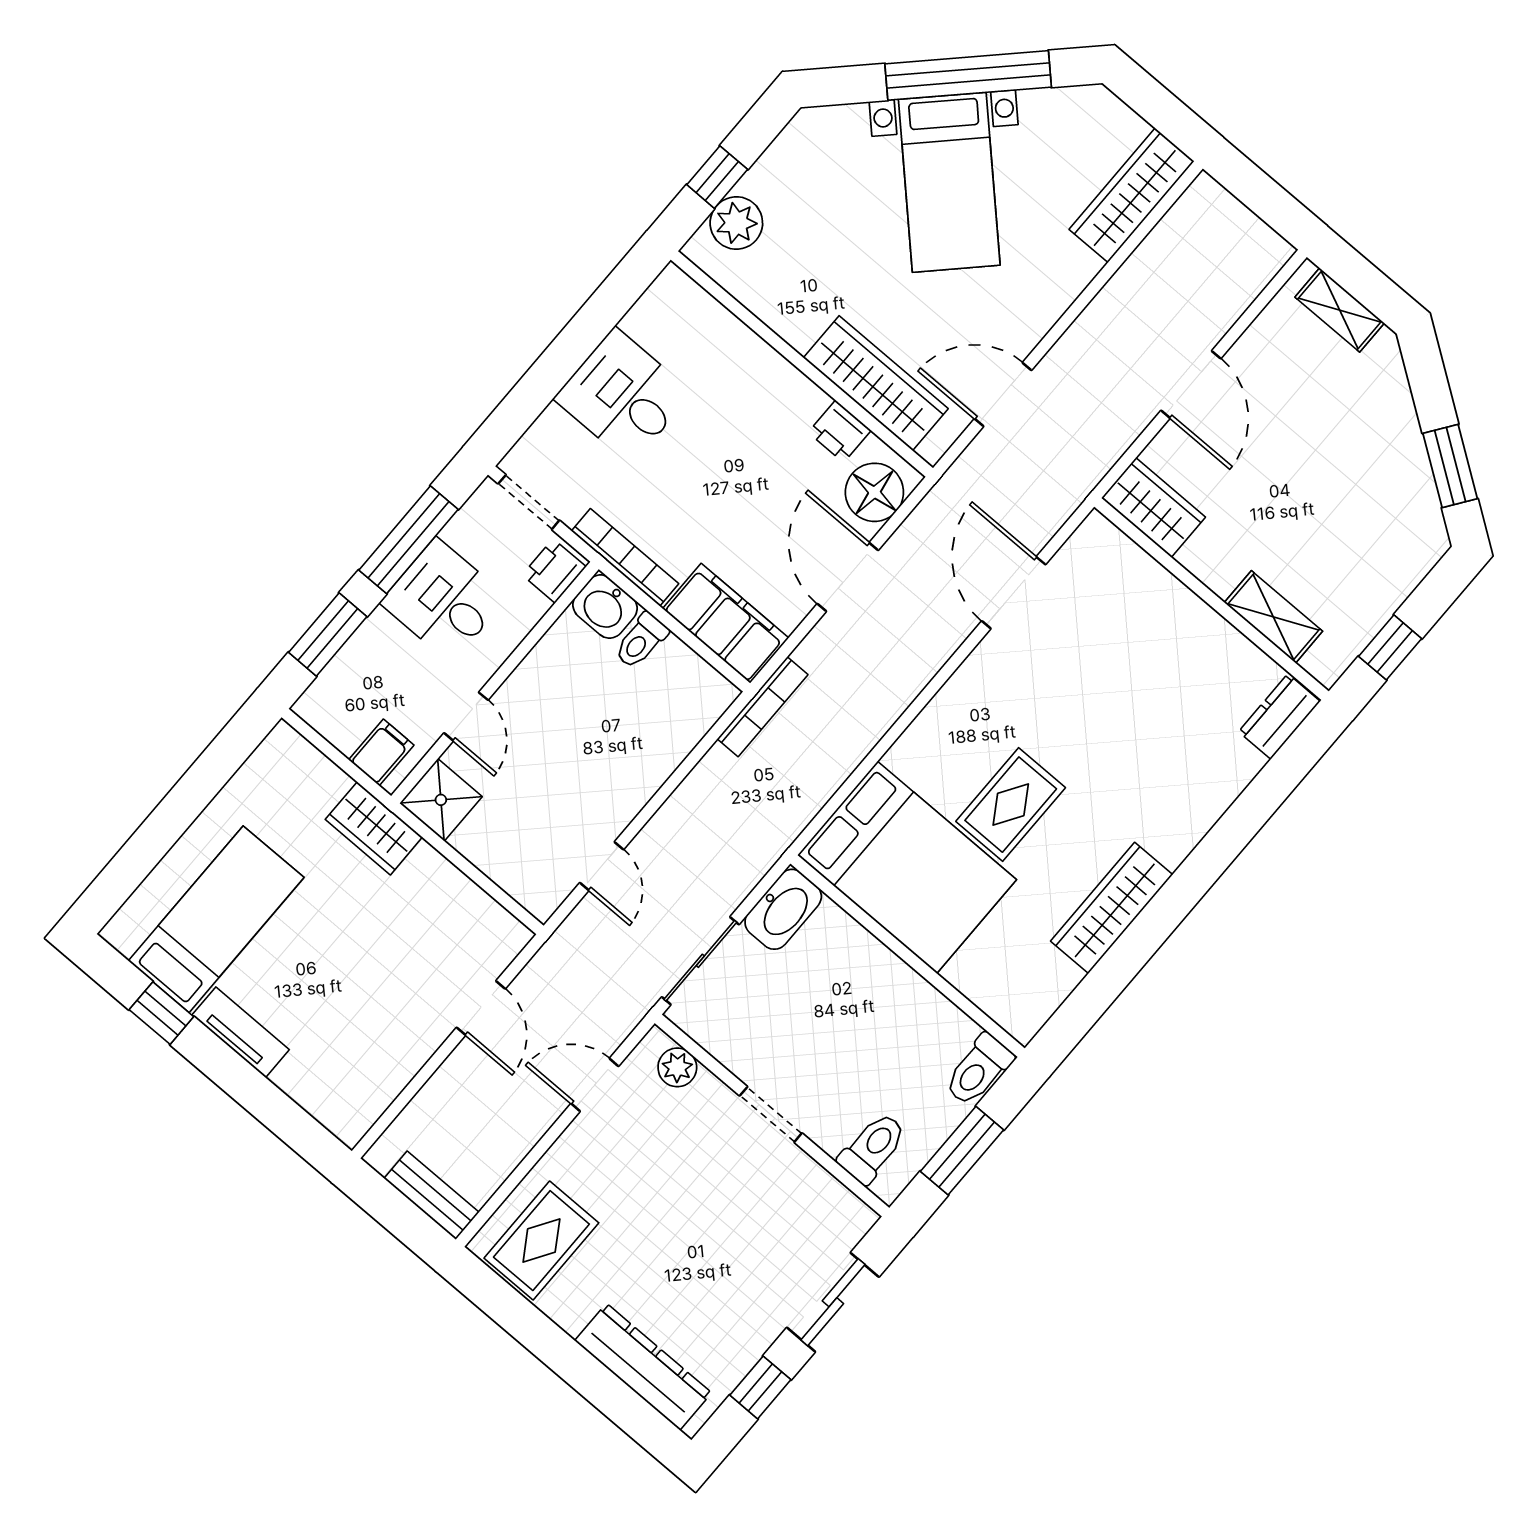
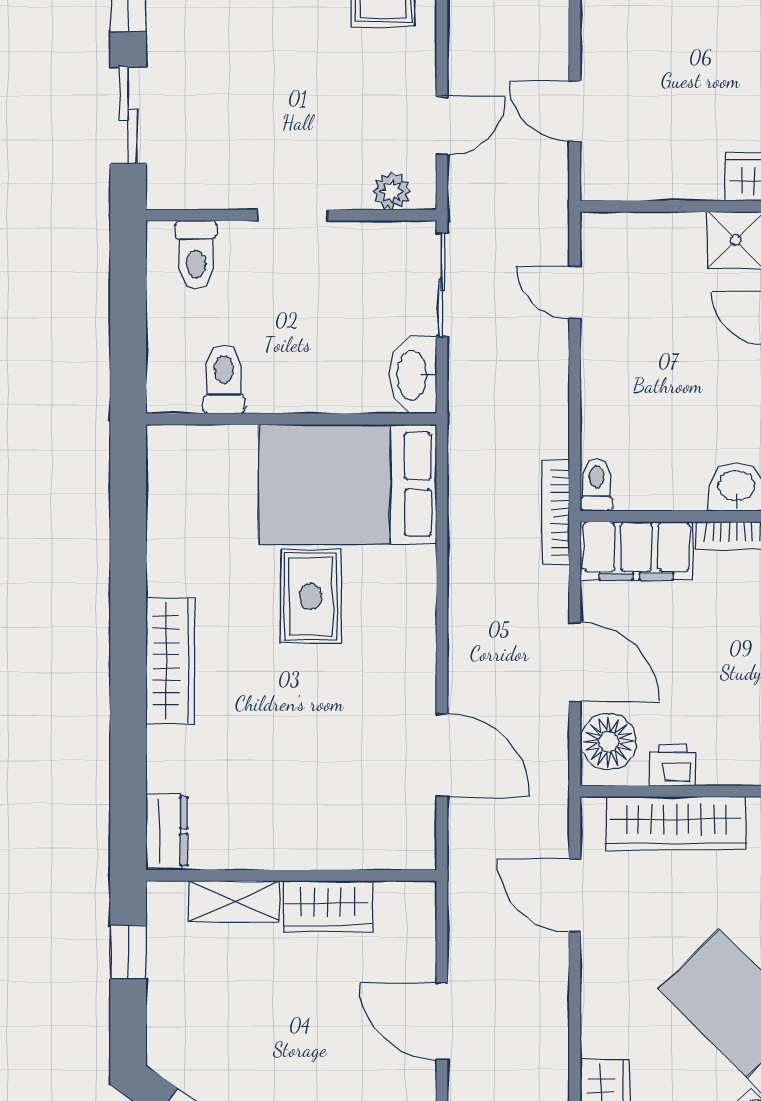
door: (1003, 395) -> (575, 895), swing flipped
wardrobe: (1153, 508) -> (328, 907), moved
toilet: (641, 641) -> (596, 484), moved
wardrobe: (1112, 908) -> (170, 661), moved
toilet: (979, 1070) -> (224, 379), moved
window: (962, 1151) -> (128, 309), removed

